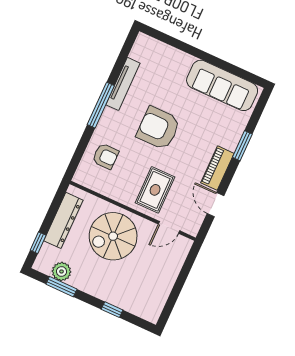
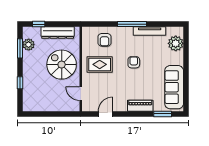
plant: (159, 54) -> (176, 43), added
armchair: (158, 128) -> (134, 62), width x0.53, depth x0.53
window: (242, 146) -> (163, 114), moved
piano: (217, 168) -> (140, 106), moved
rug: (155, 190) -> (100, 64), moved

